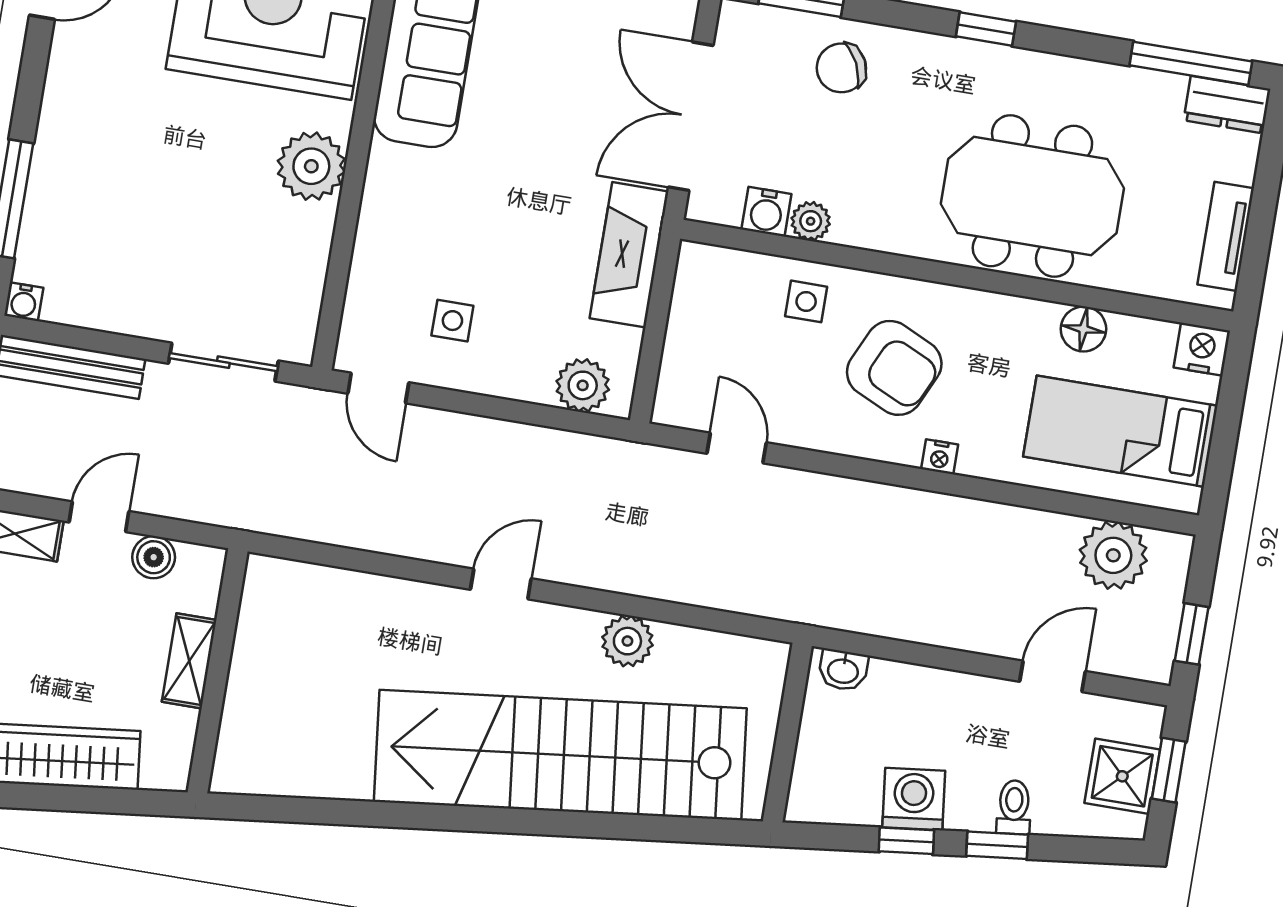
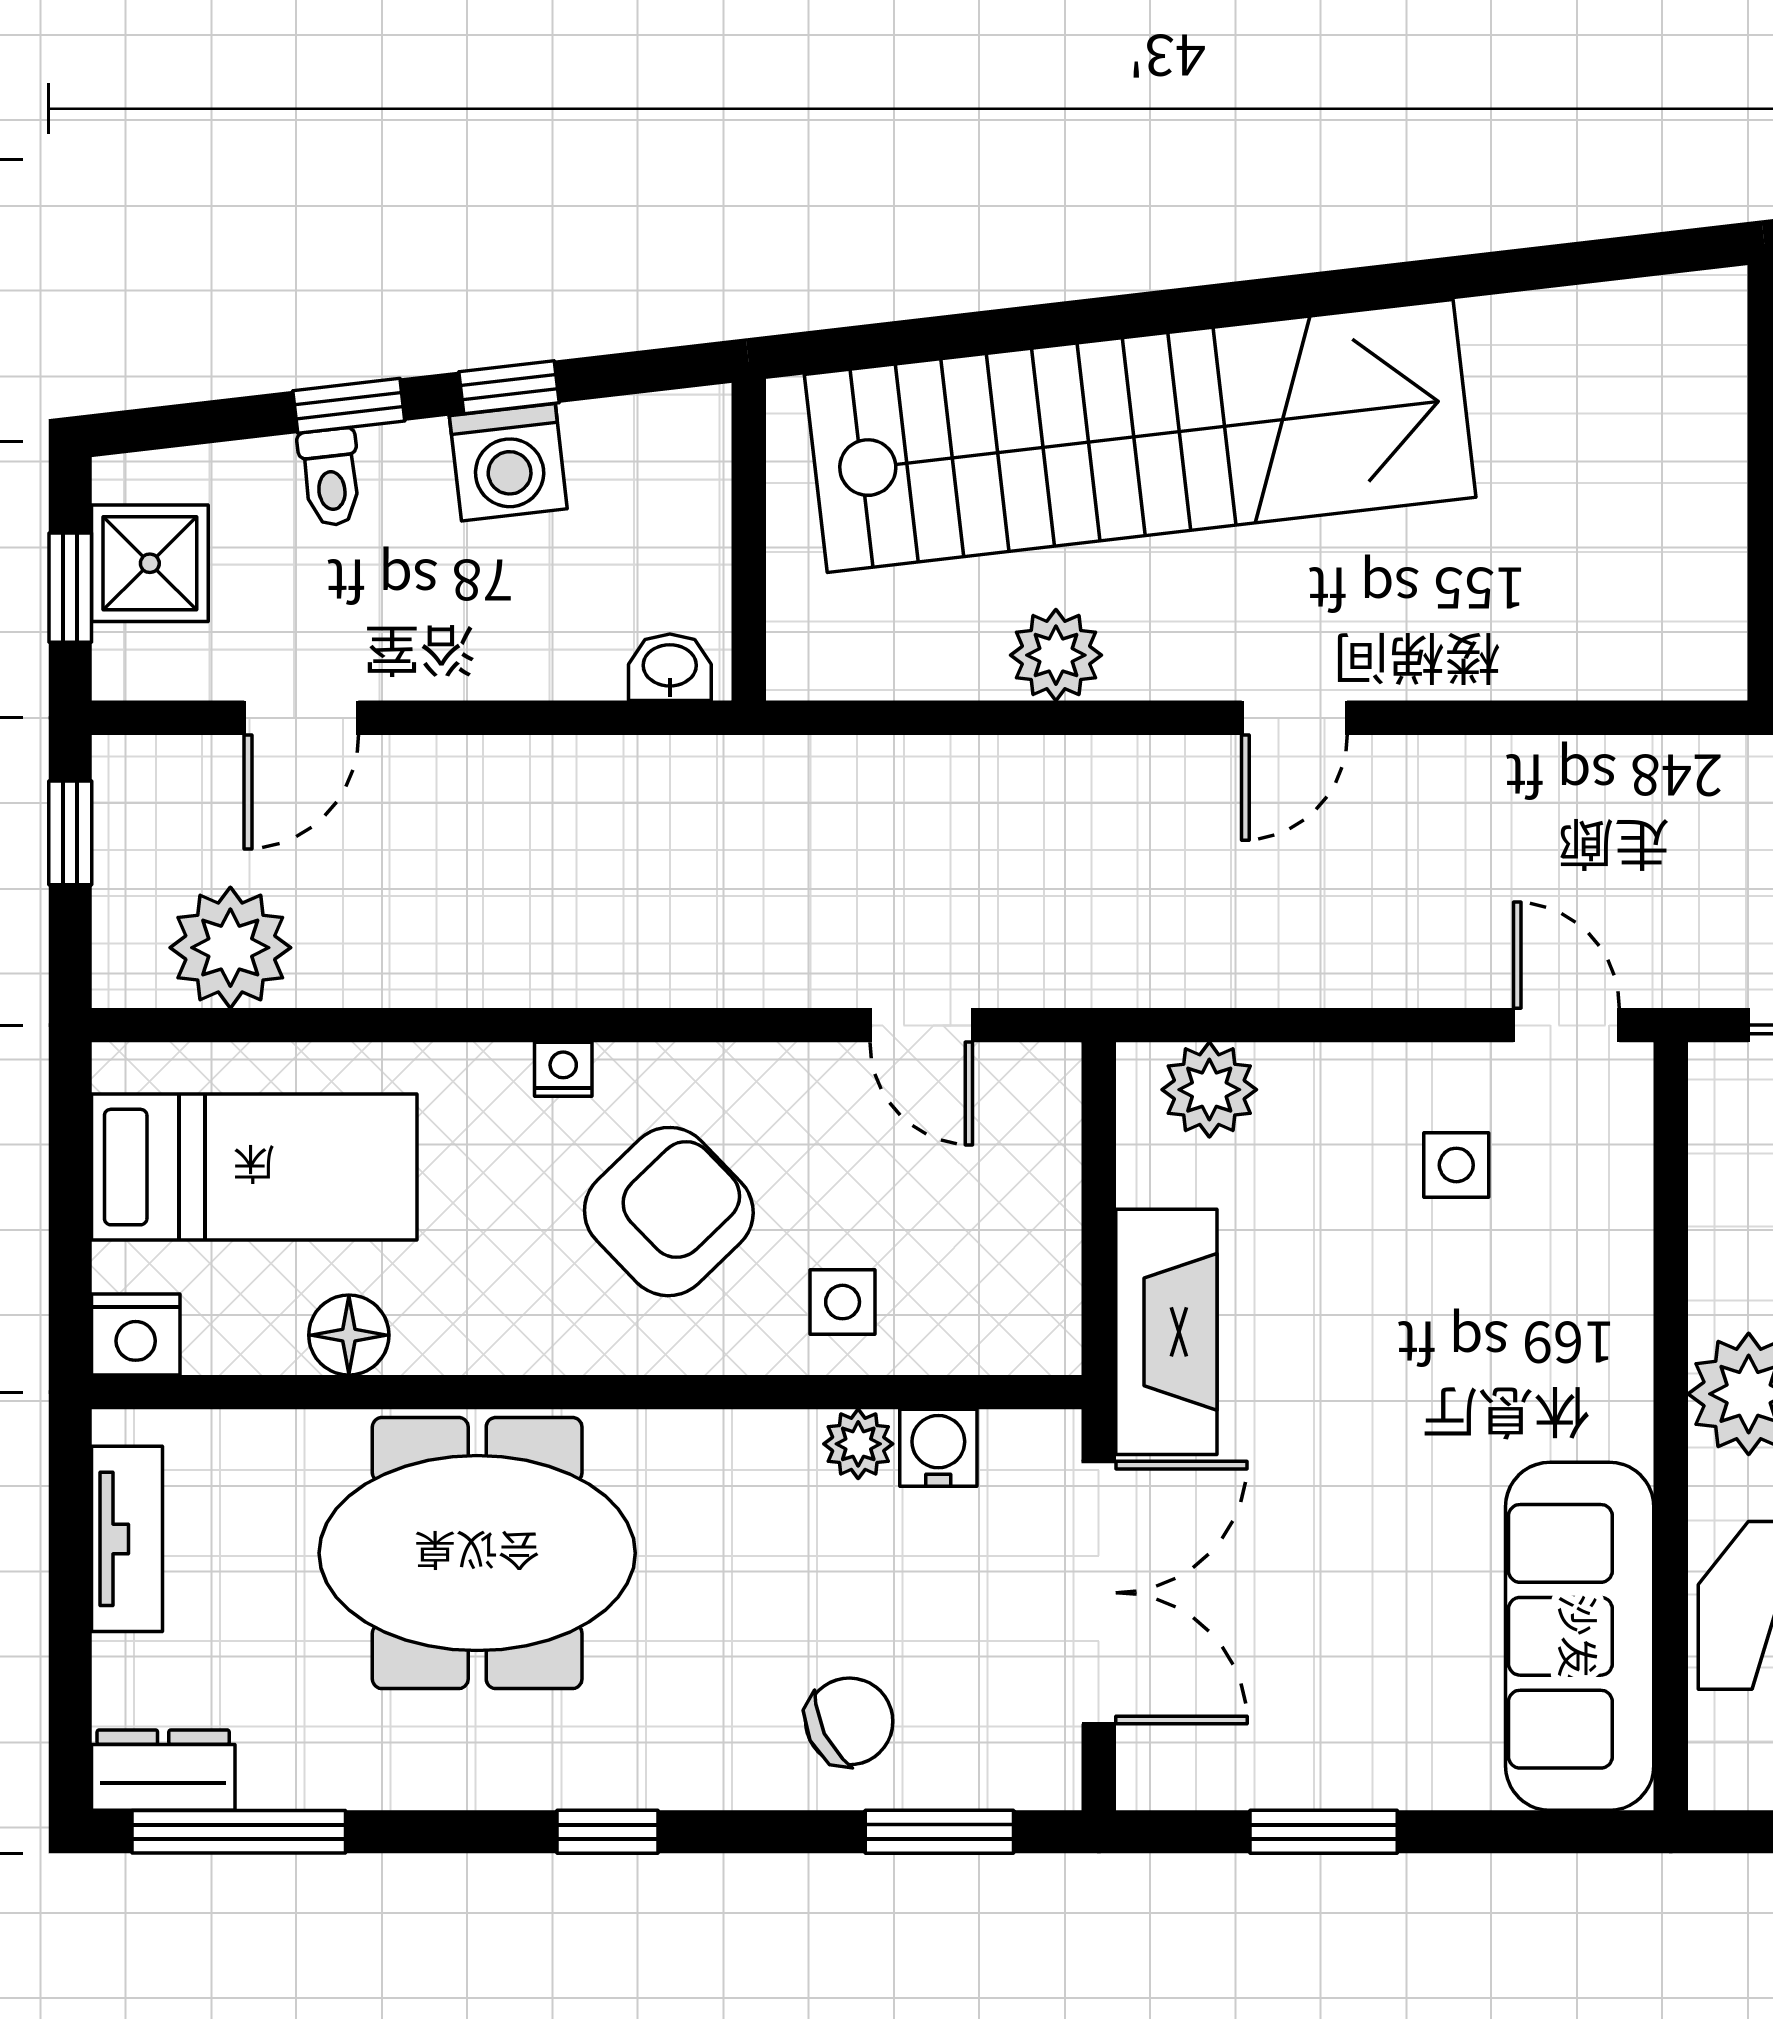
armchair: (894, 368) -> (669, 1212), turned 111

